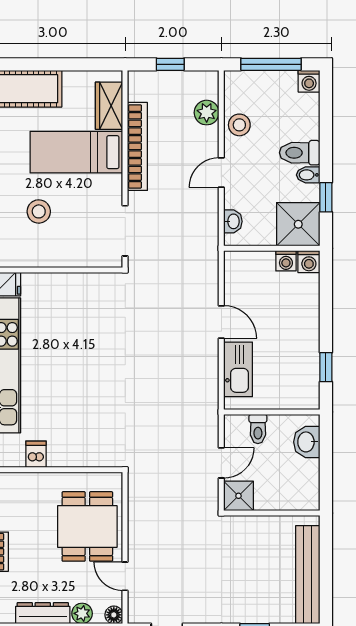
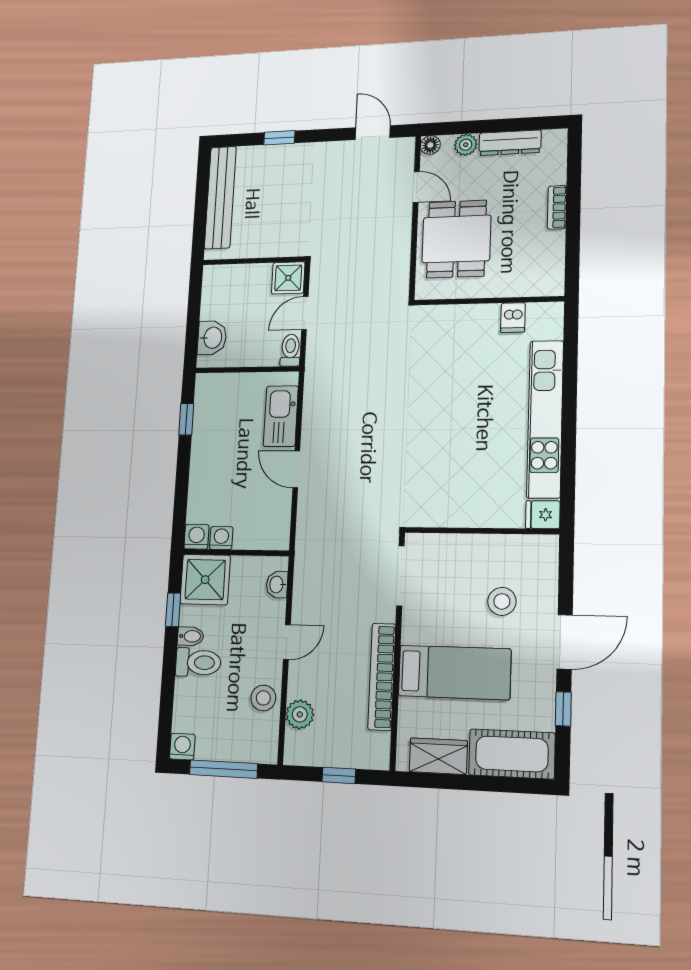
wardrobe: (109, 106) -> (438, 756), moved, turned -90
toilet: (258, 429) -> (290, 350), moved

